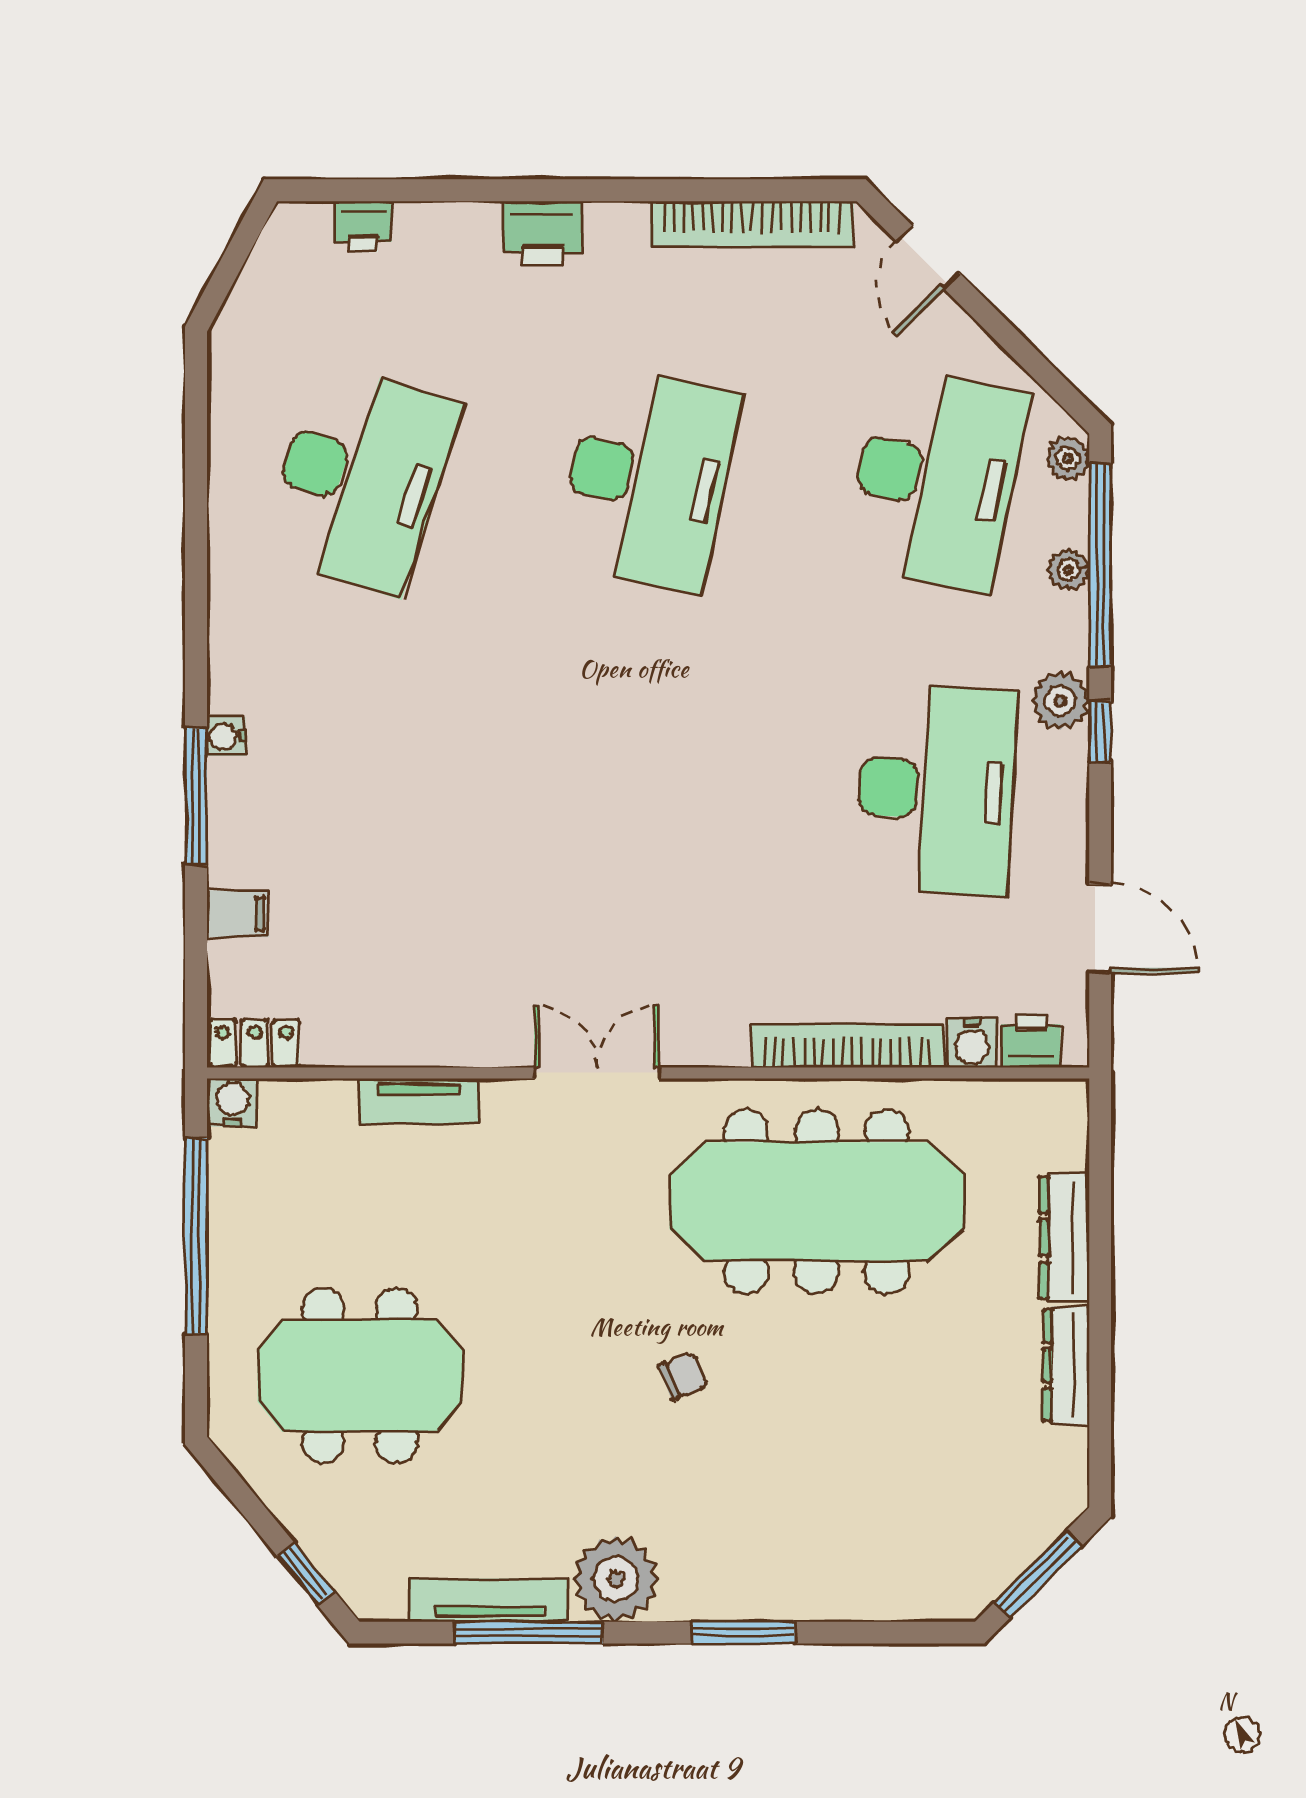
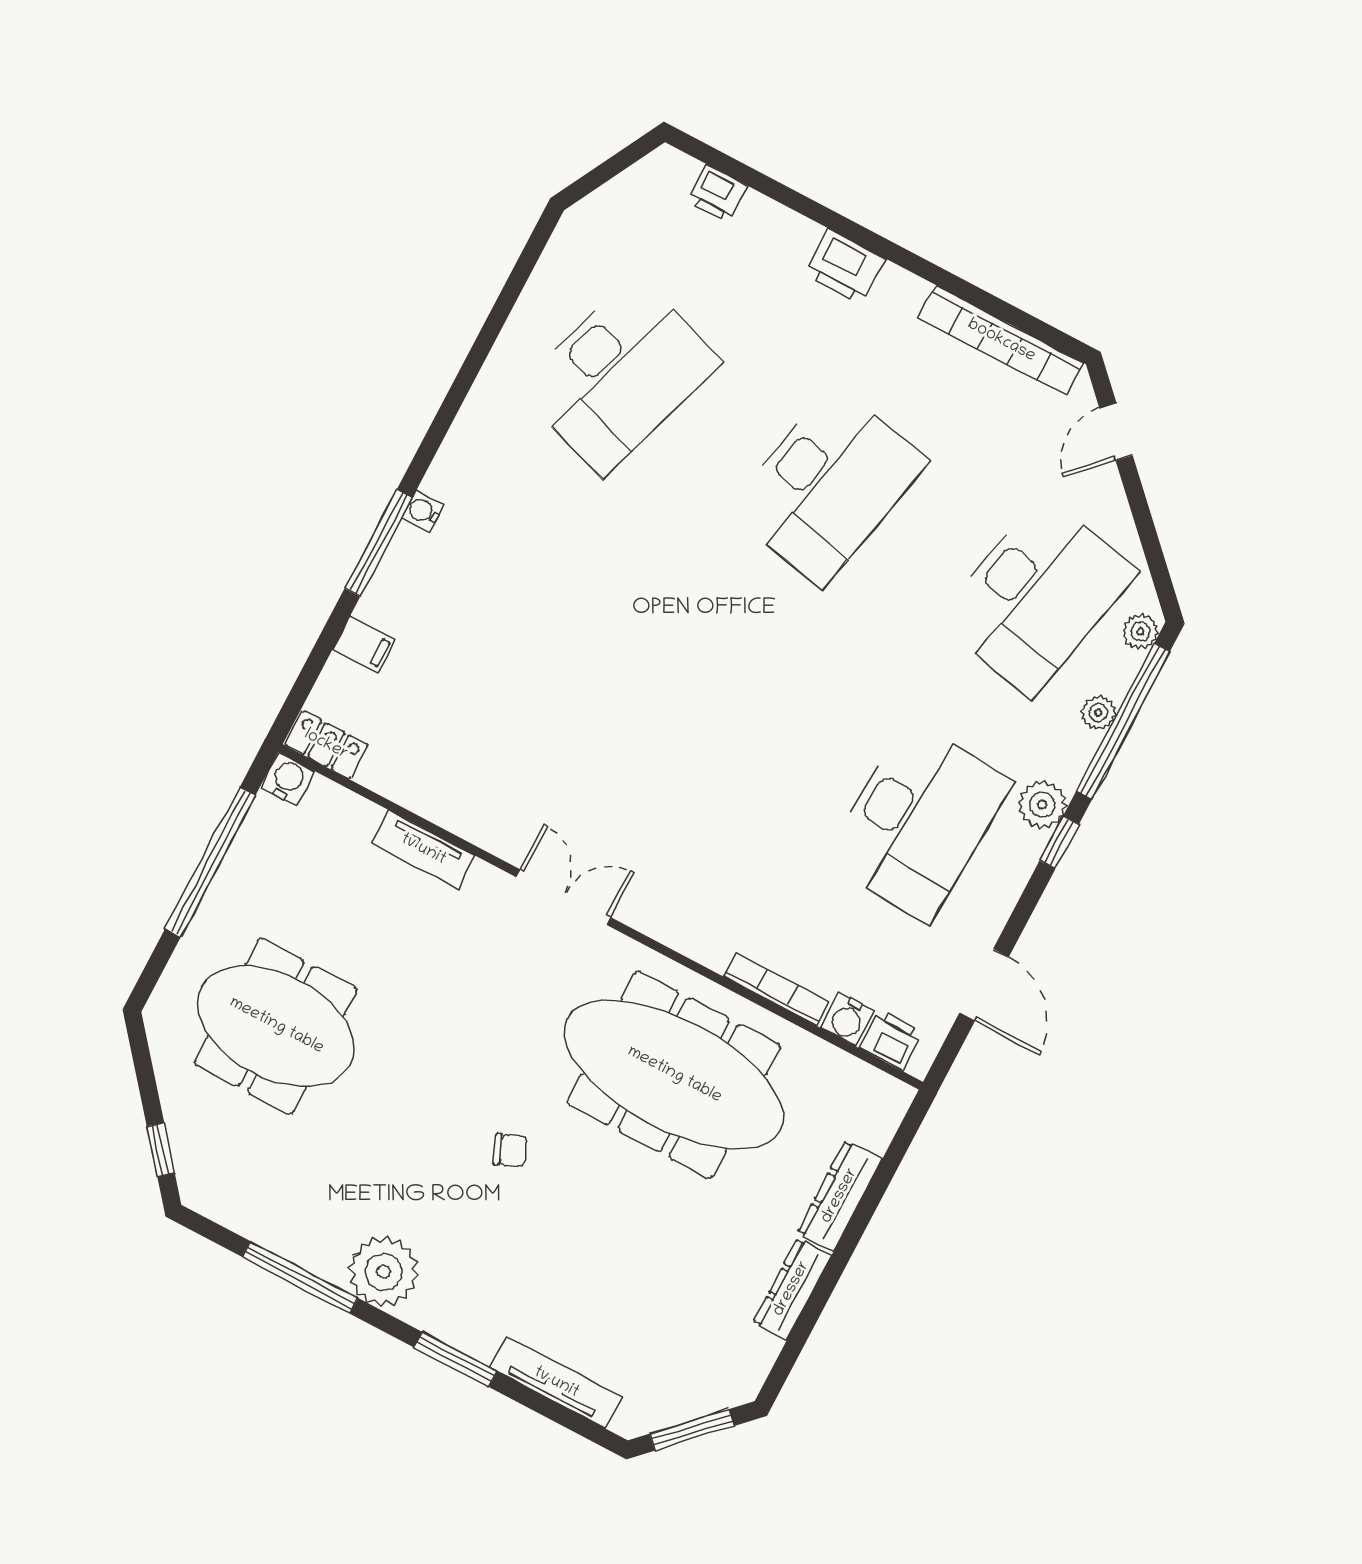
bookcase: (847, 1046) -> (776, 989), width x0.68, depth x0.76
tv unit: (489, 1600) -> (556, 1383), moved

